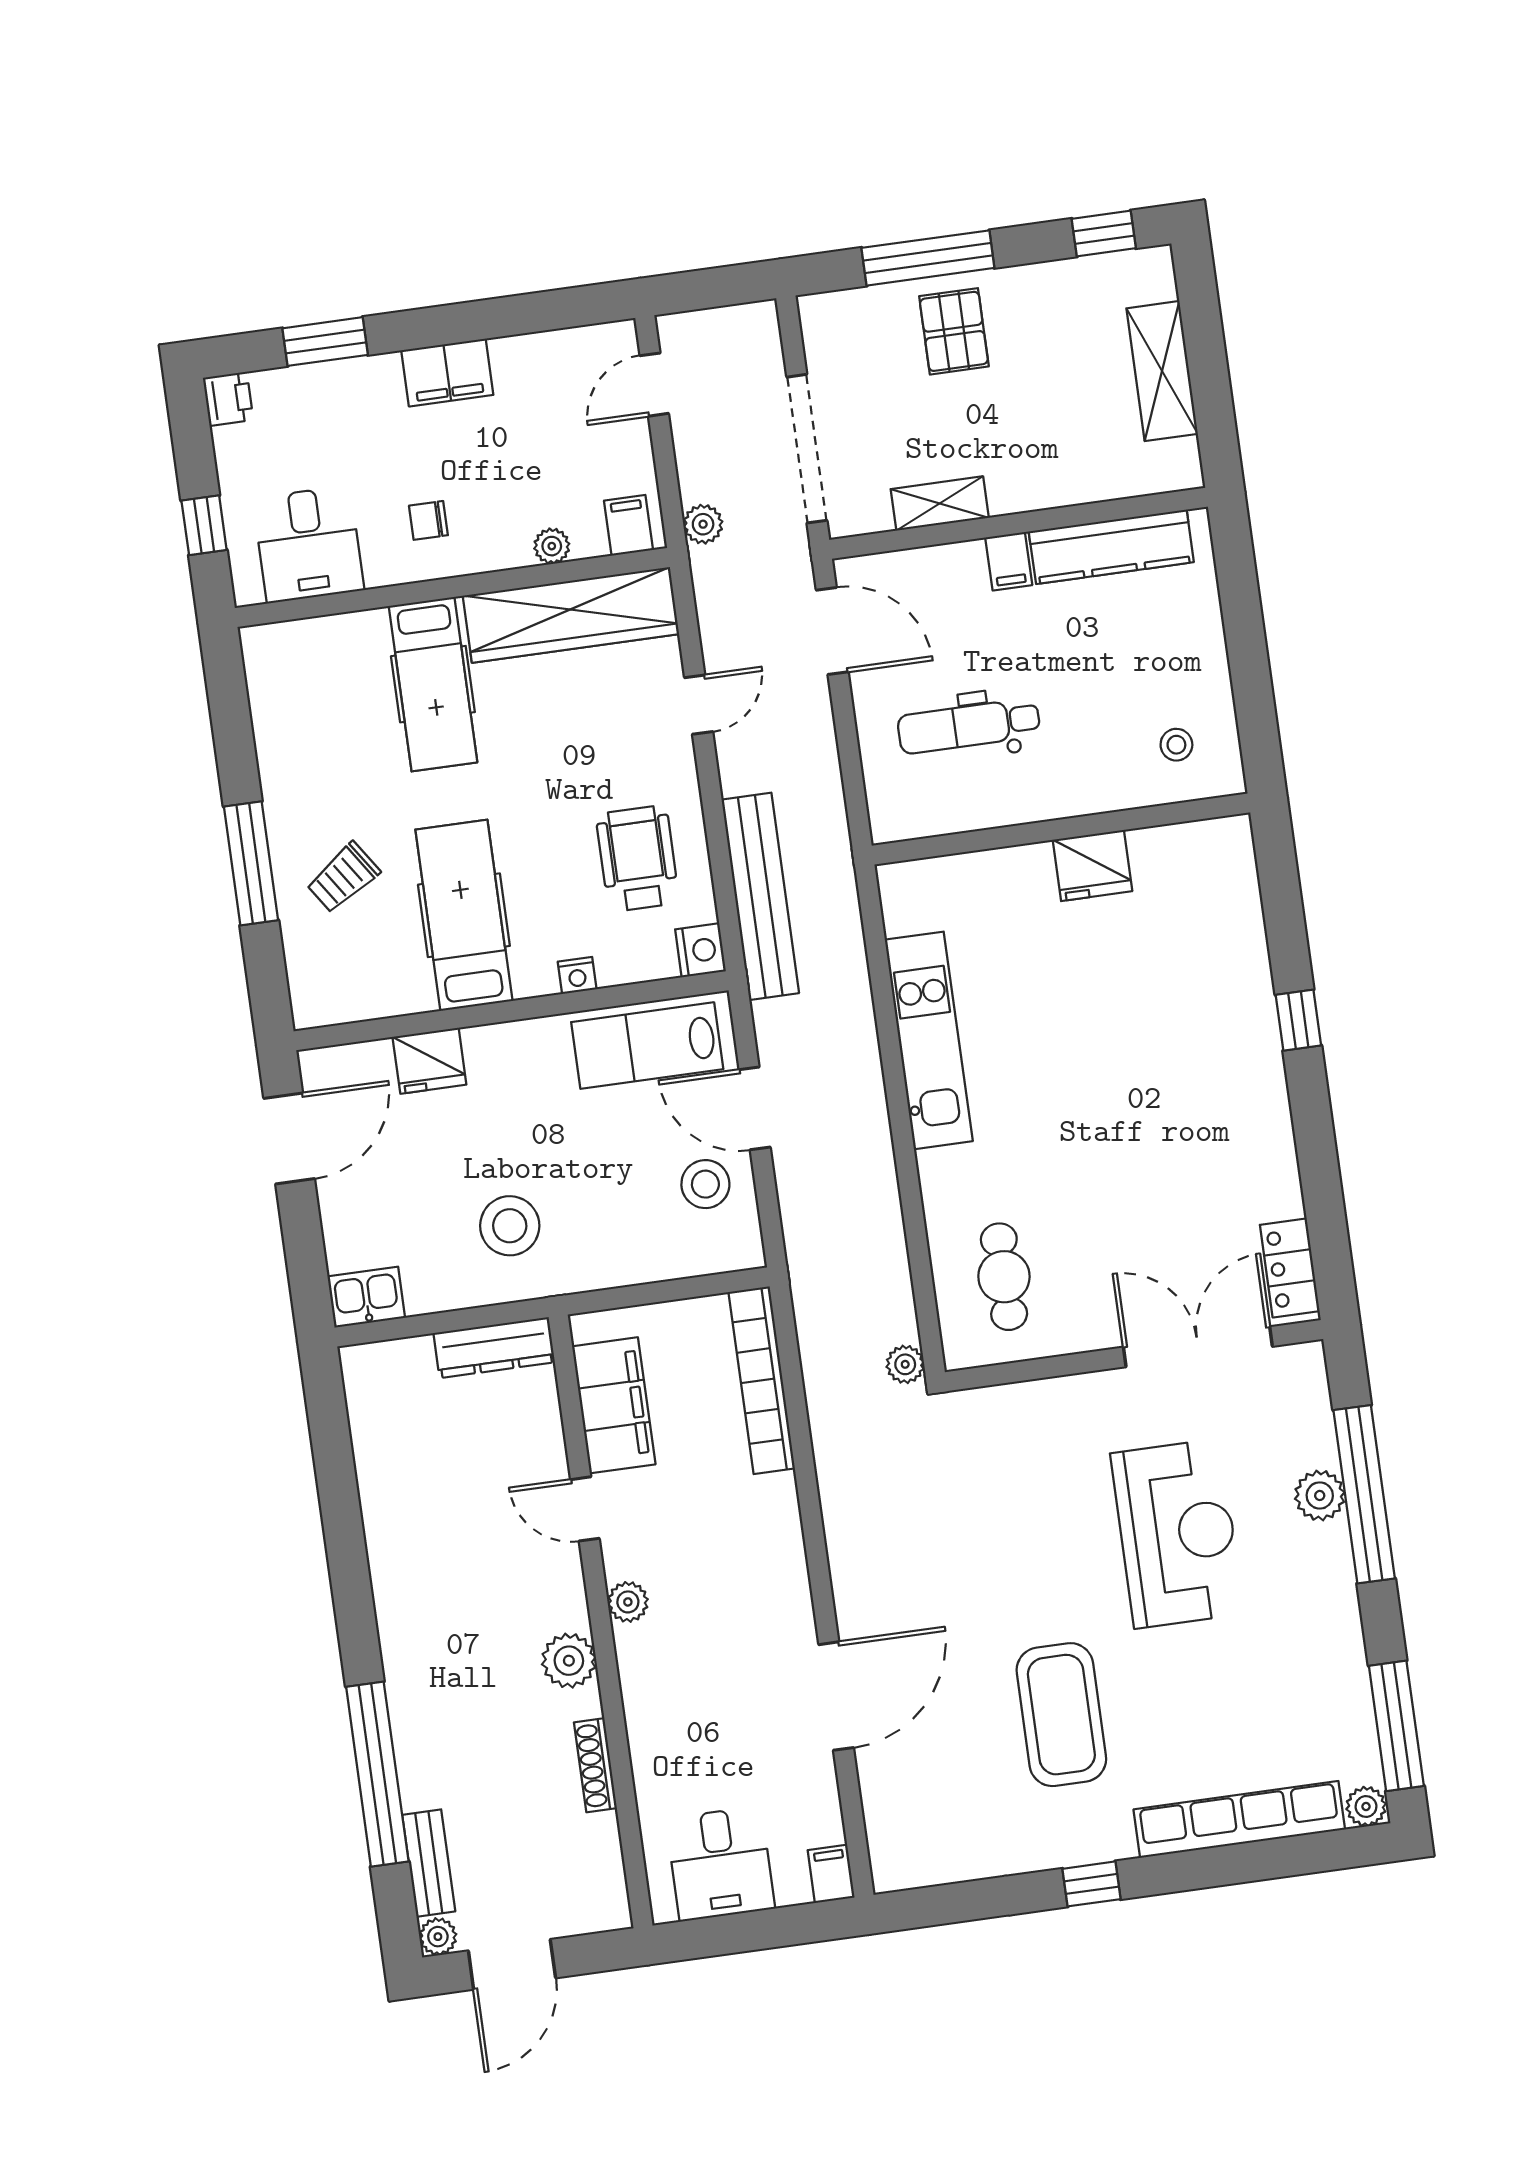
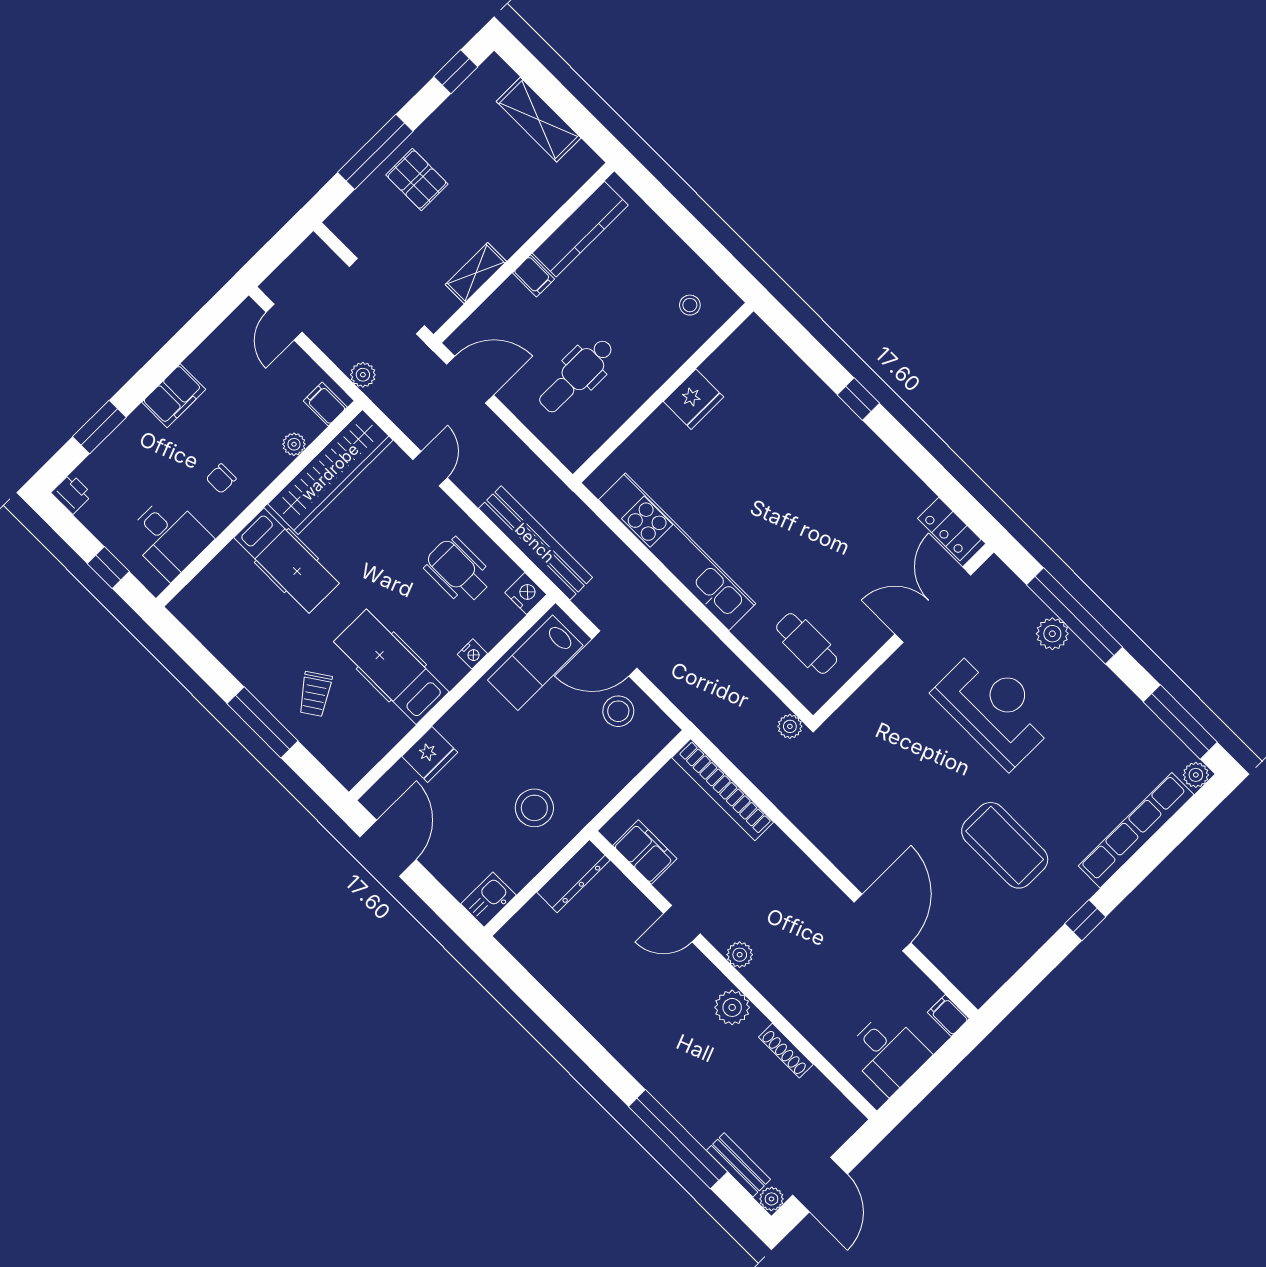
kitchen unit: (929, 1040) -> (677, 552), width x1.36
filing cabinet: (614, 1405) -> (645, 852), width x0.67, depth x0.86

